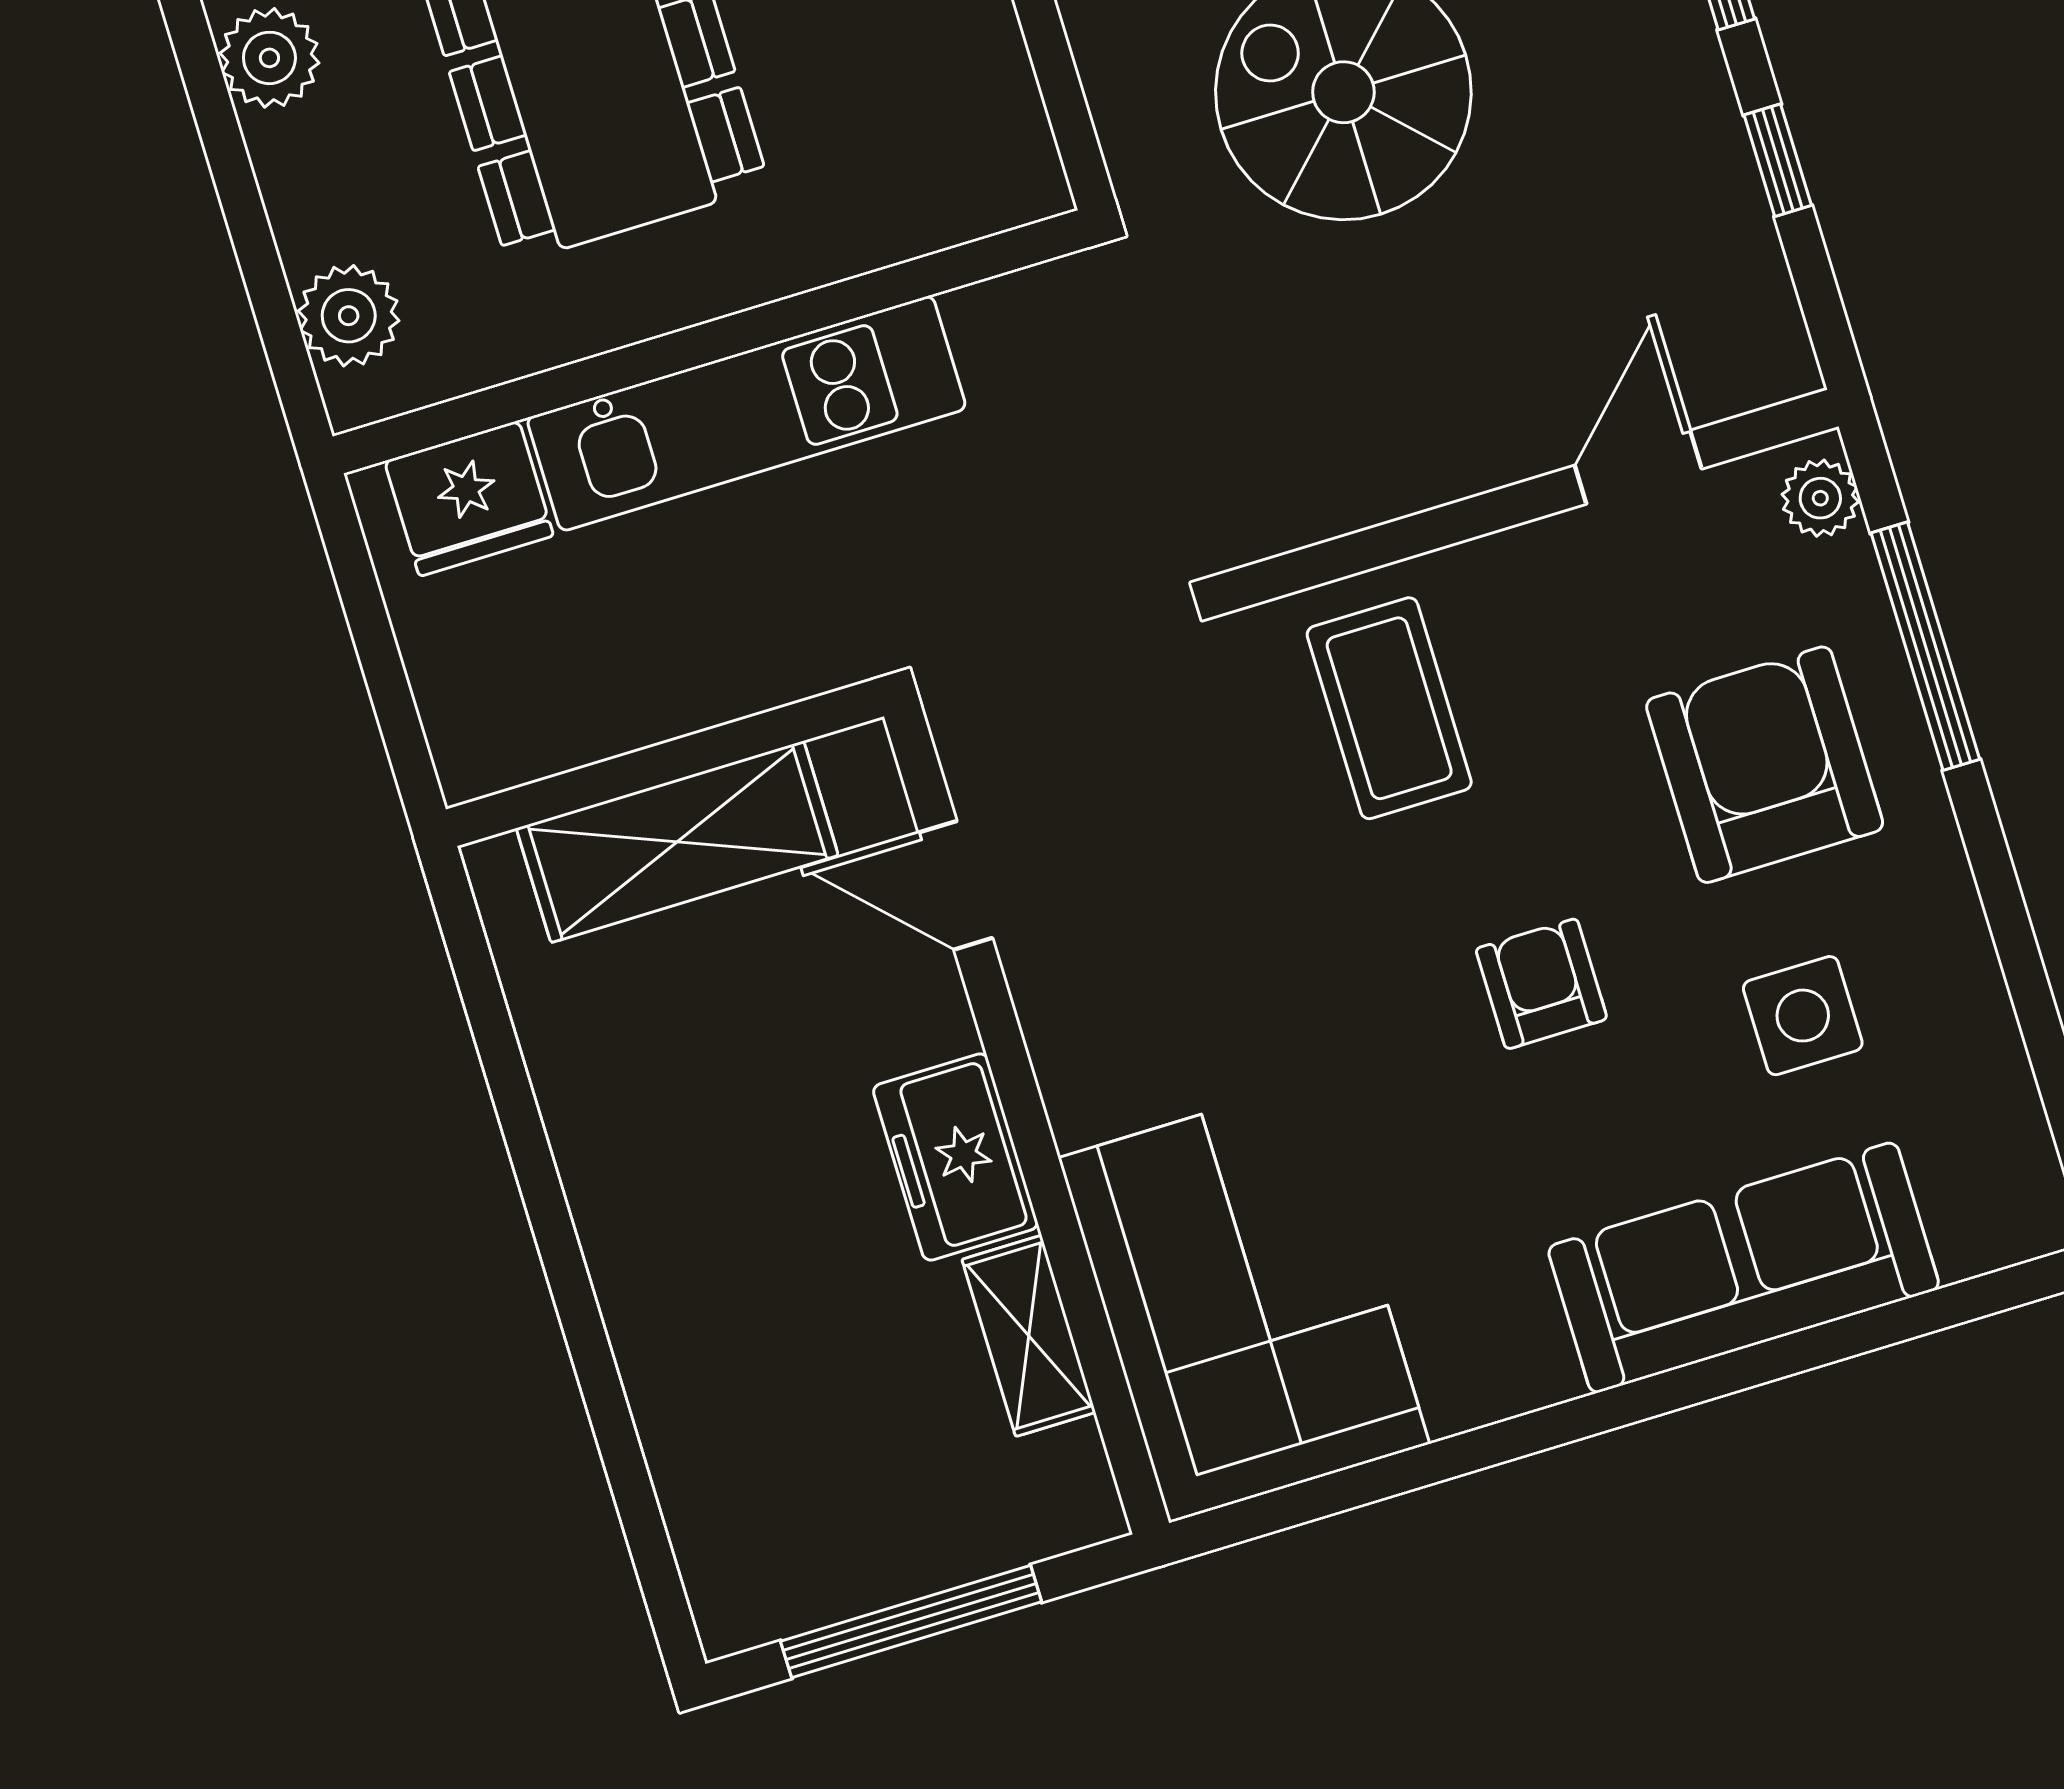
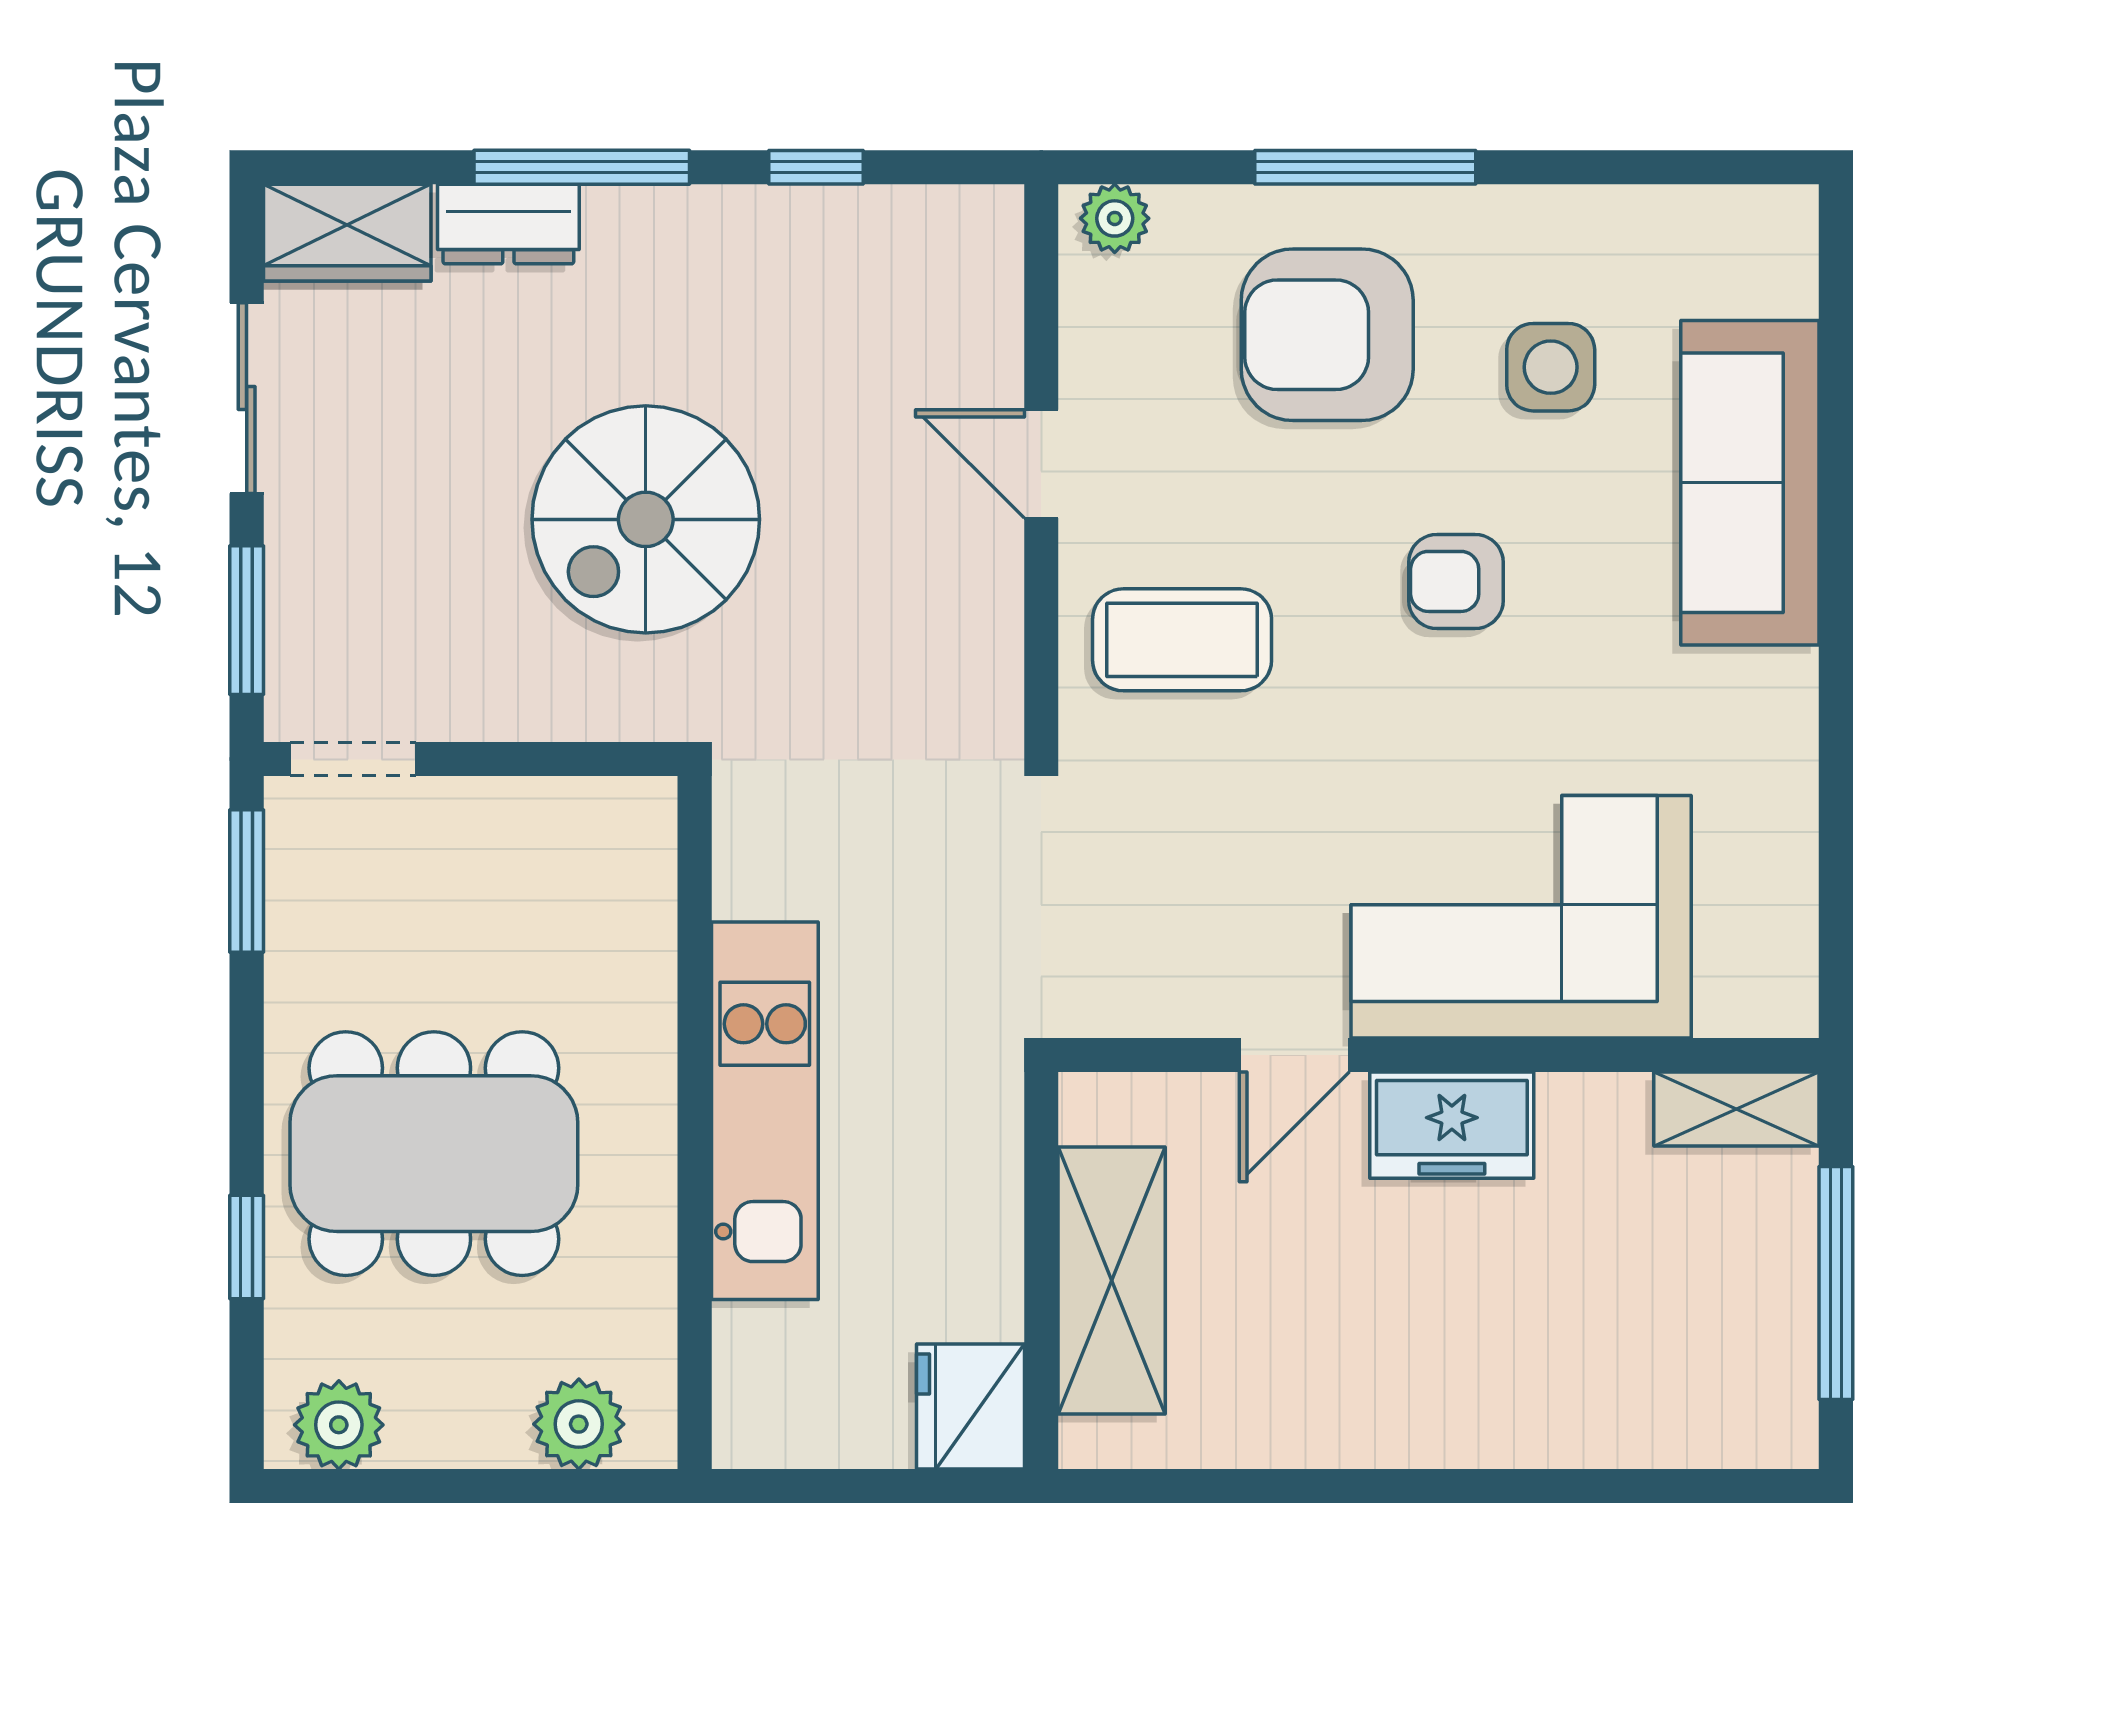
door: (1638, 467) -> (1041, 464), moved
fridge: (469, 498) -> (970, 1407), moved, turned 180
window: (1925, 646) -> (1365, 167), moved
door: (955, 885) -> (1294, 1055), moved
corner sofa: (1244, 1301) -> (1521, 917), moved
shelving: (1029, 1336) -> (1736, 1109), moved

